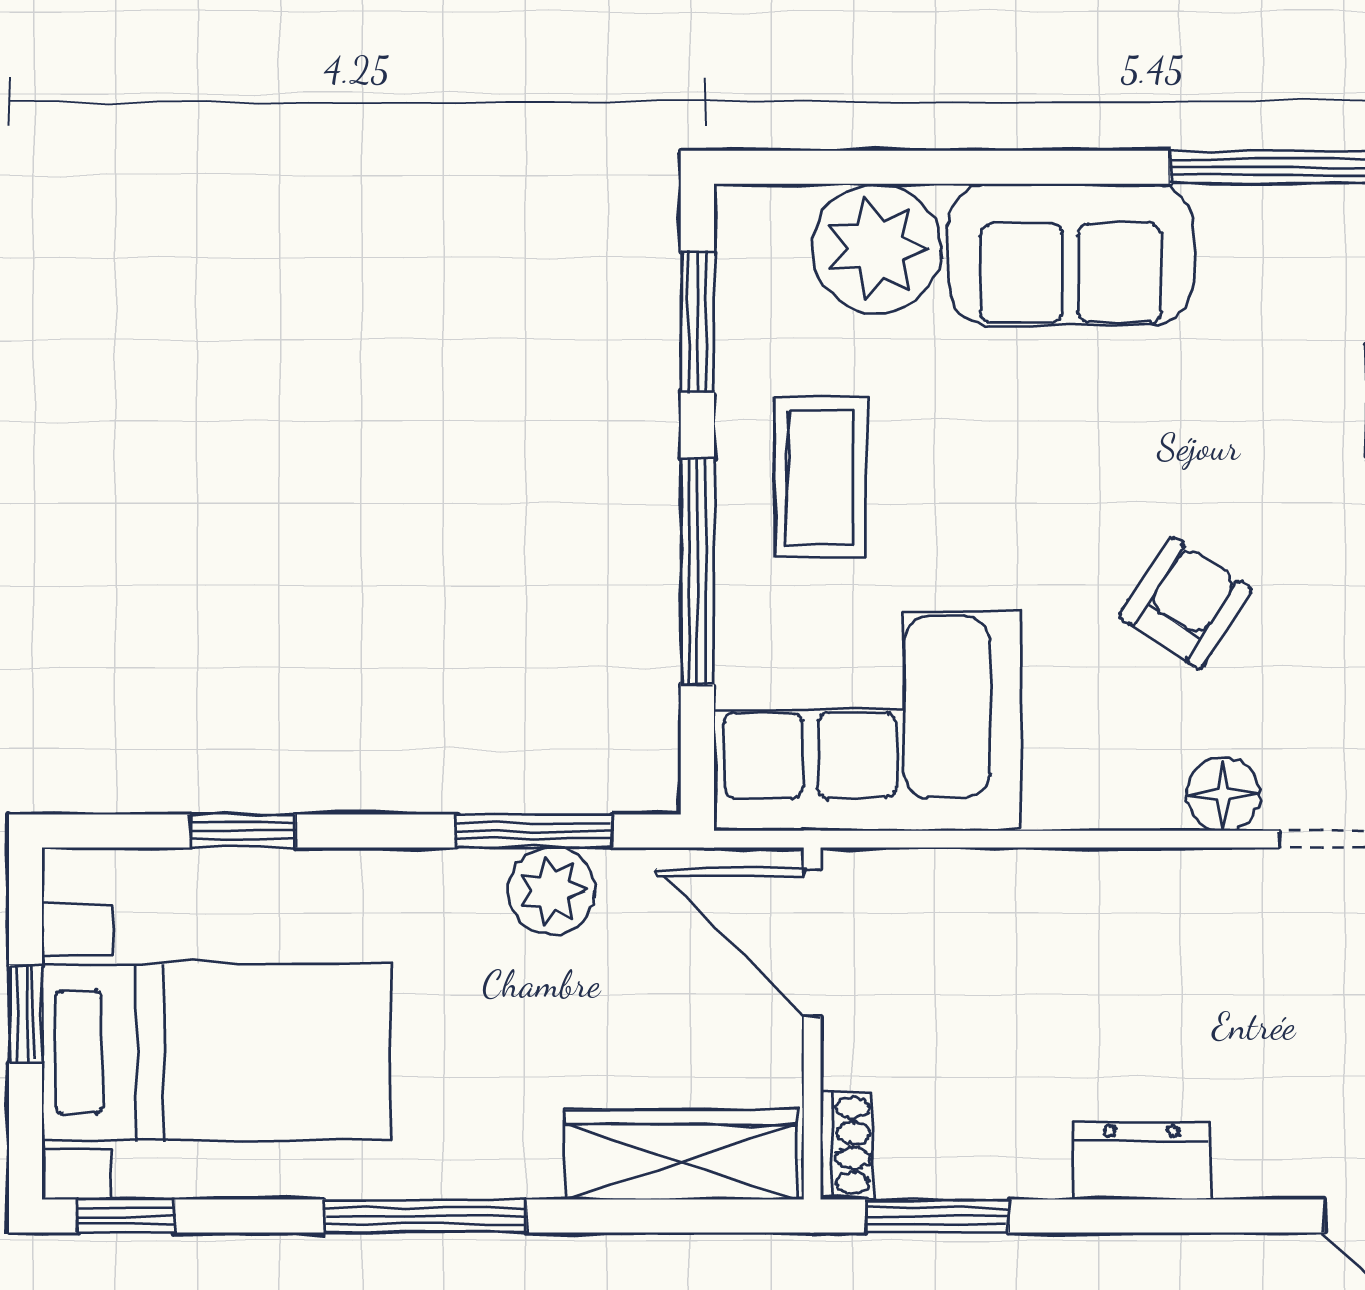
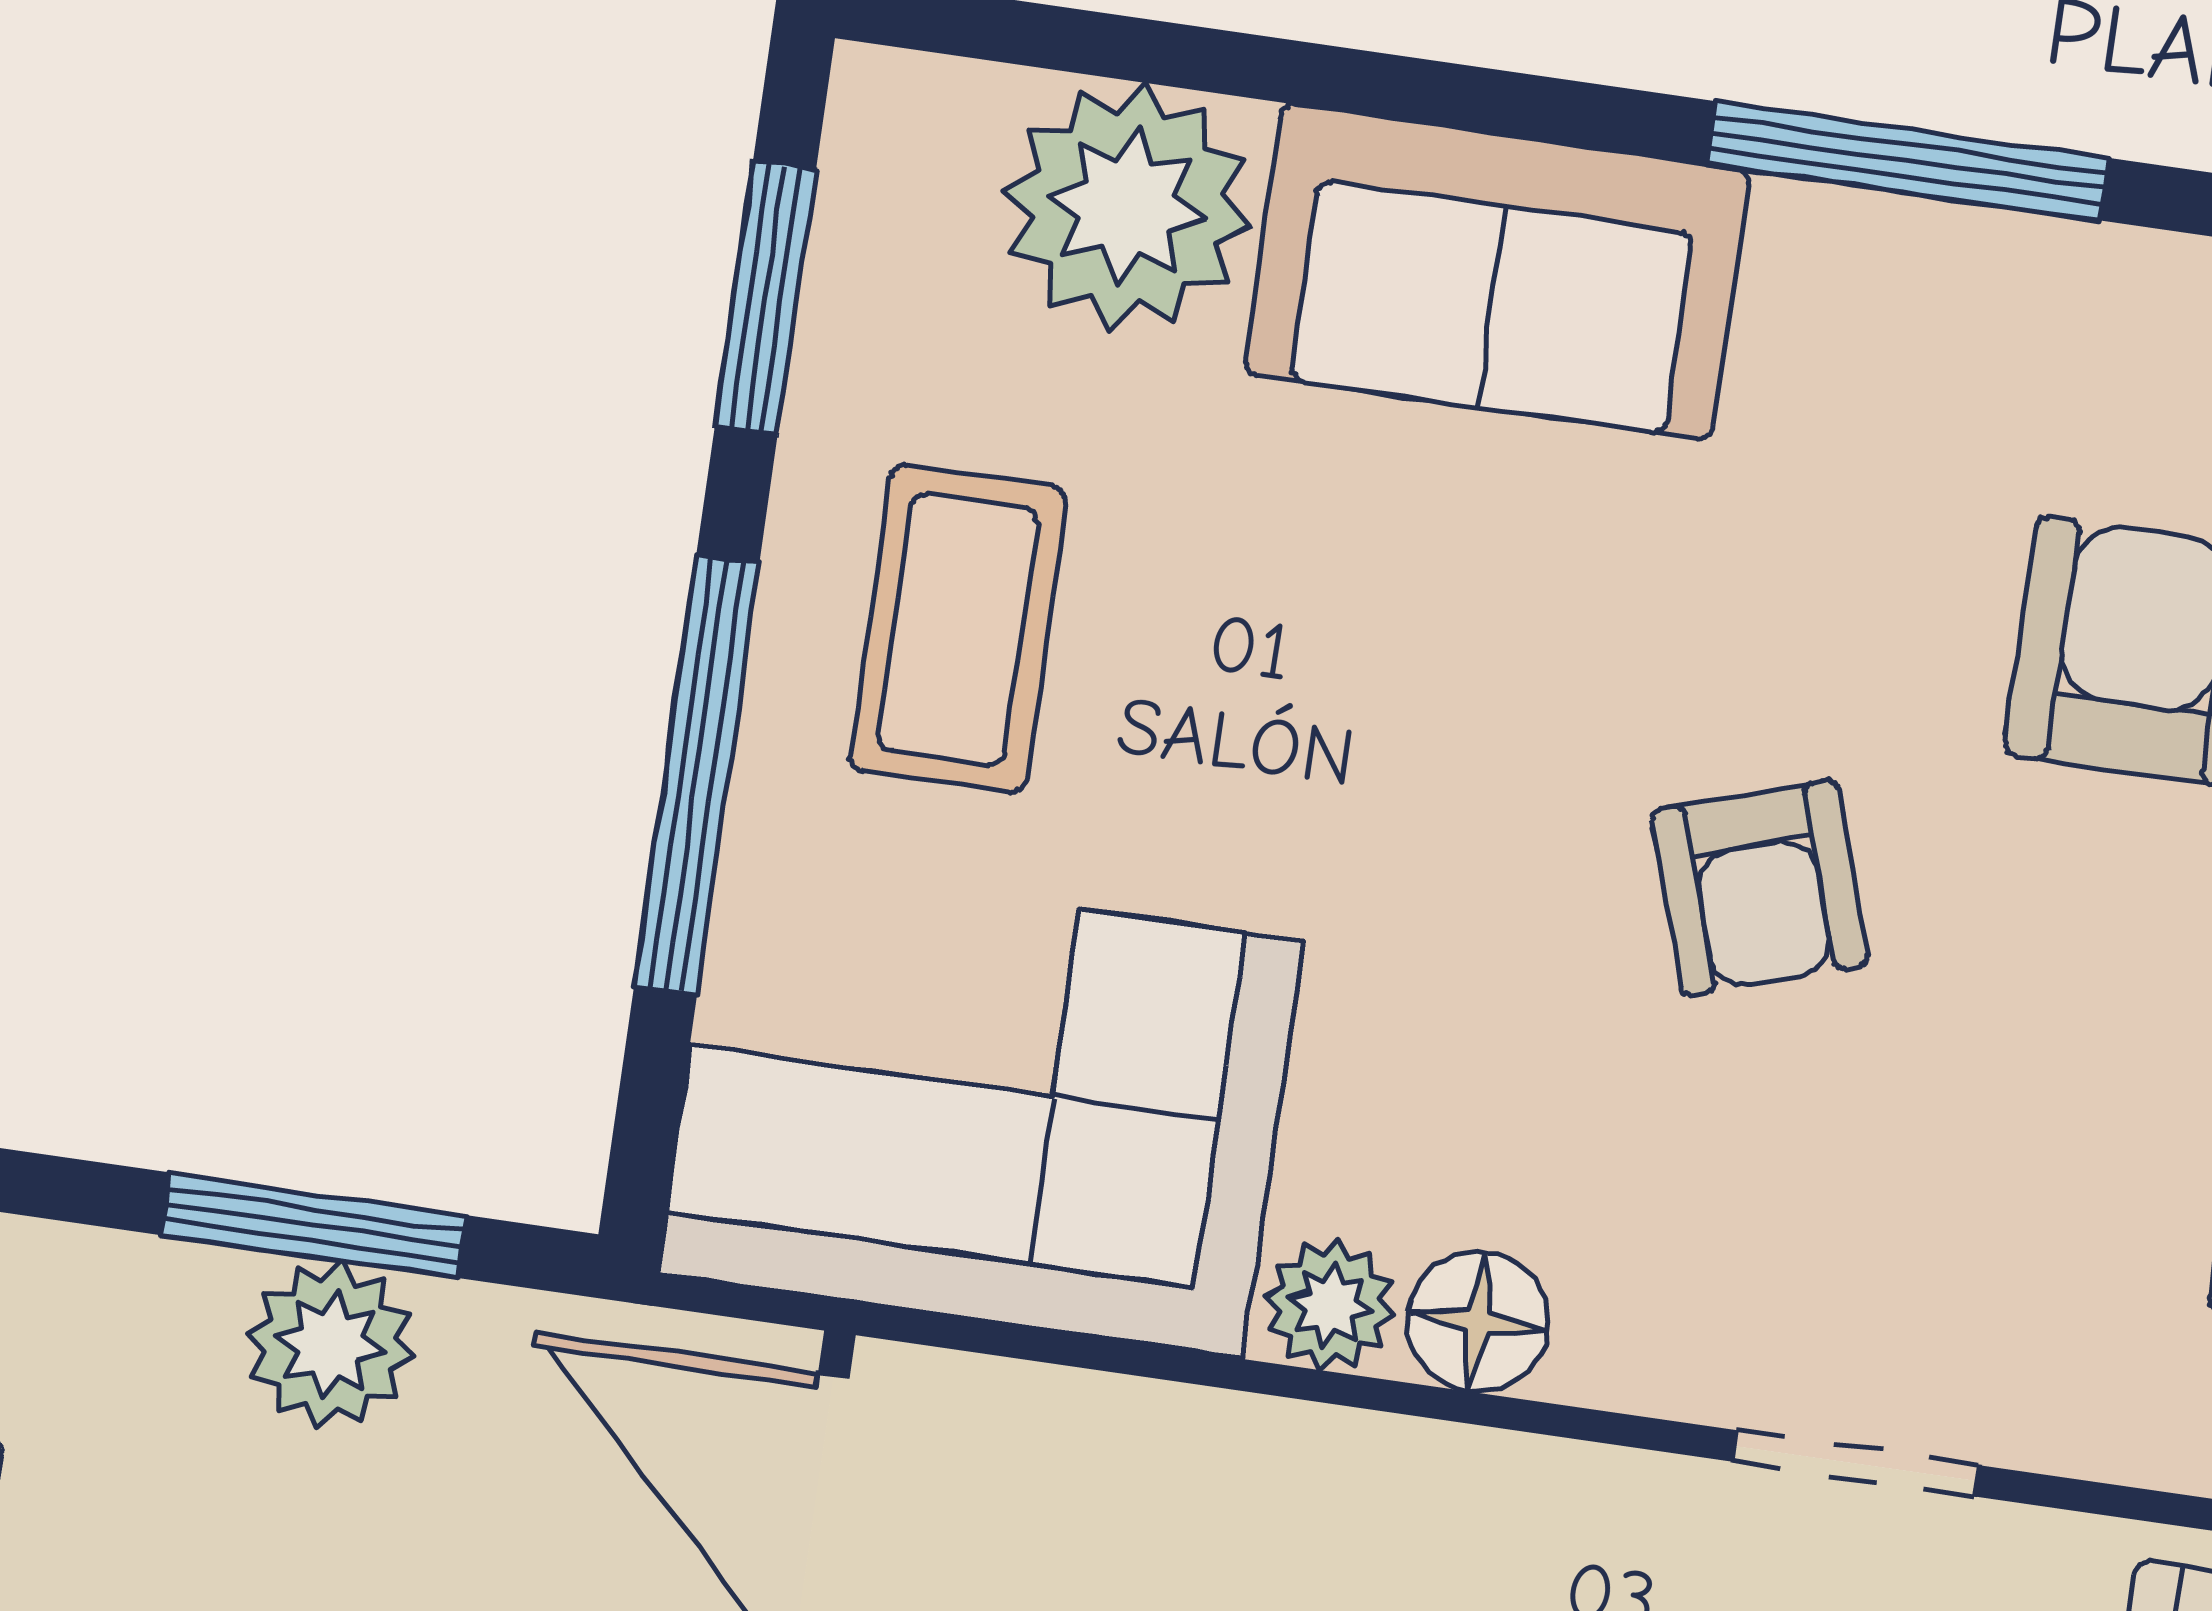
armchair: (1186, 603) -> (1760, 888), moved, turned 129
floor lamp: (1223, 794) -> (1478, 1322), moved
plant: (1061, 797) -> (1330, 1305), added

